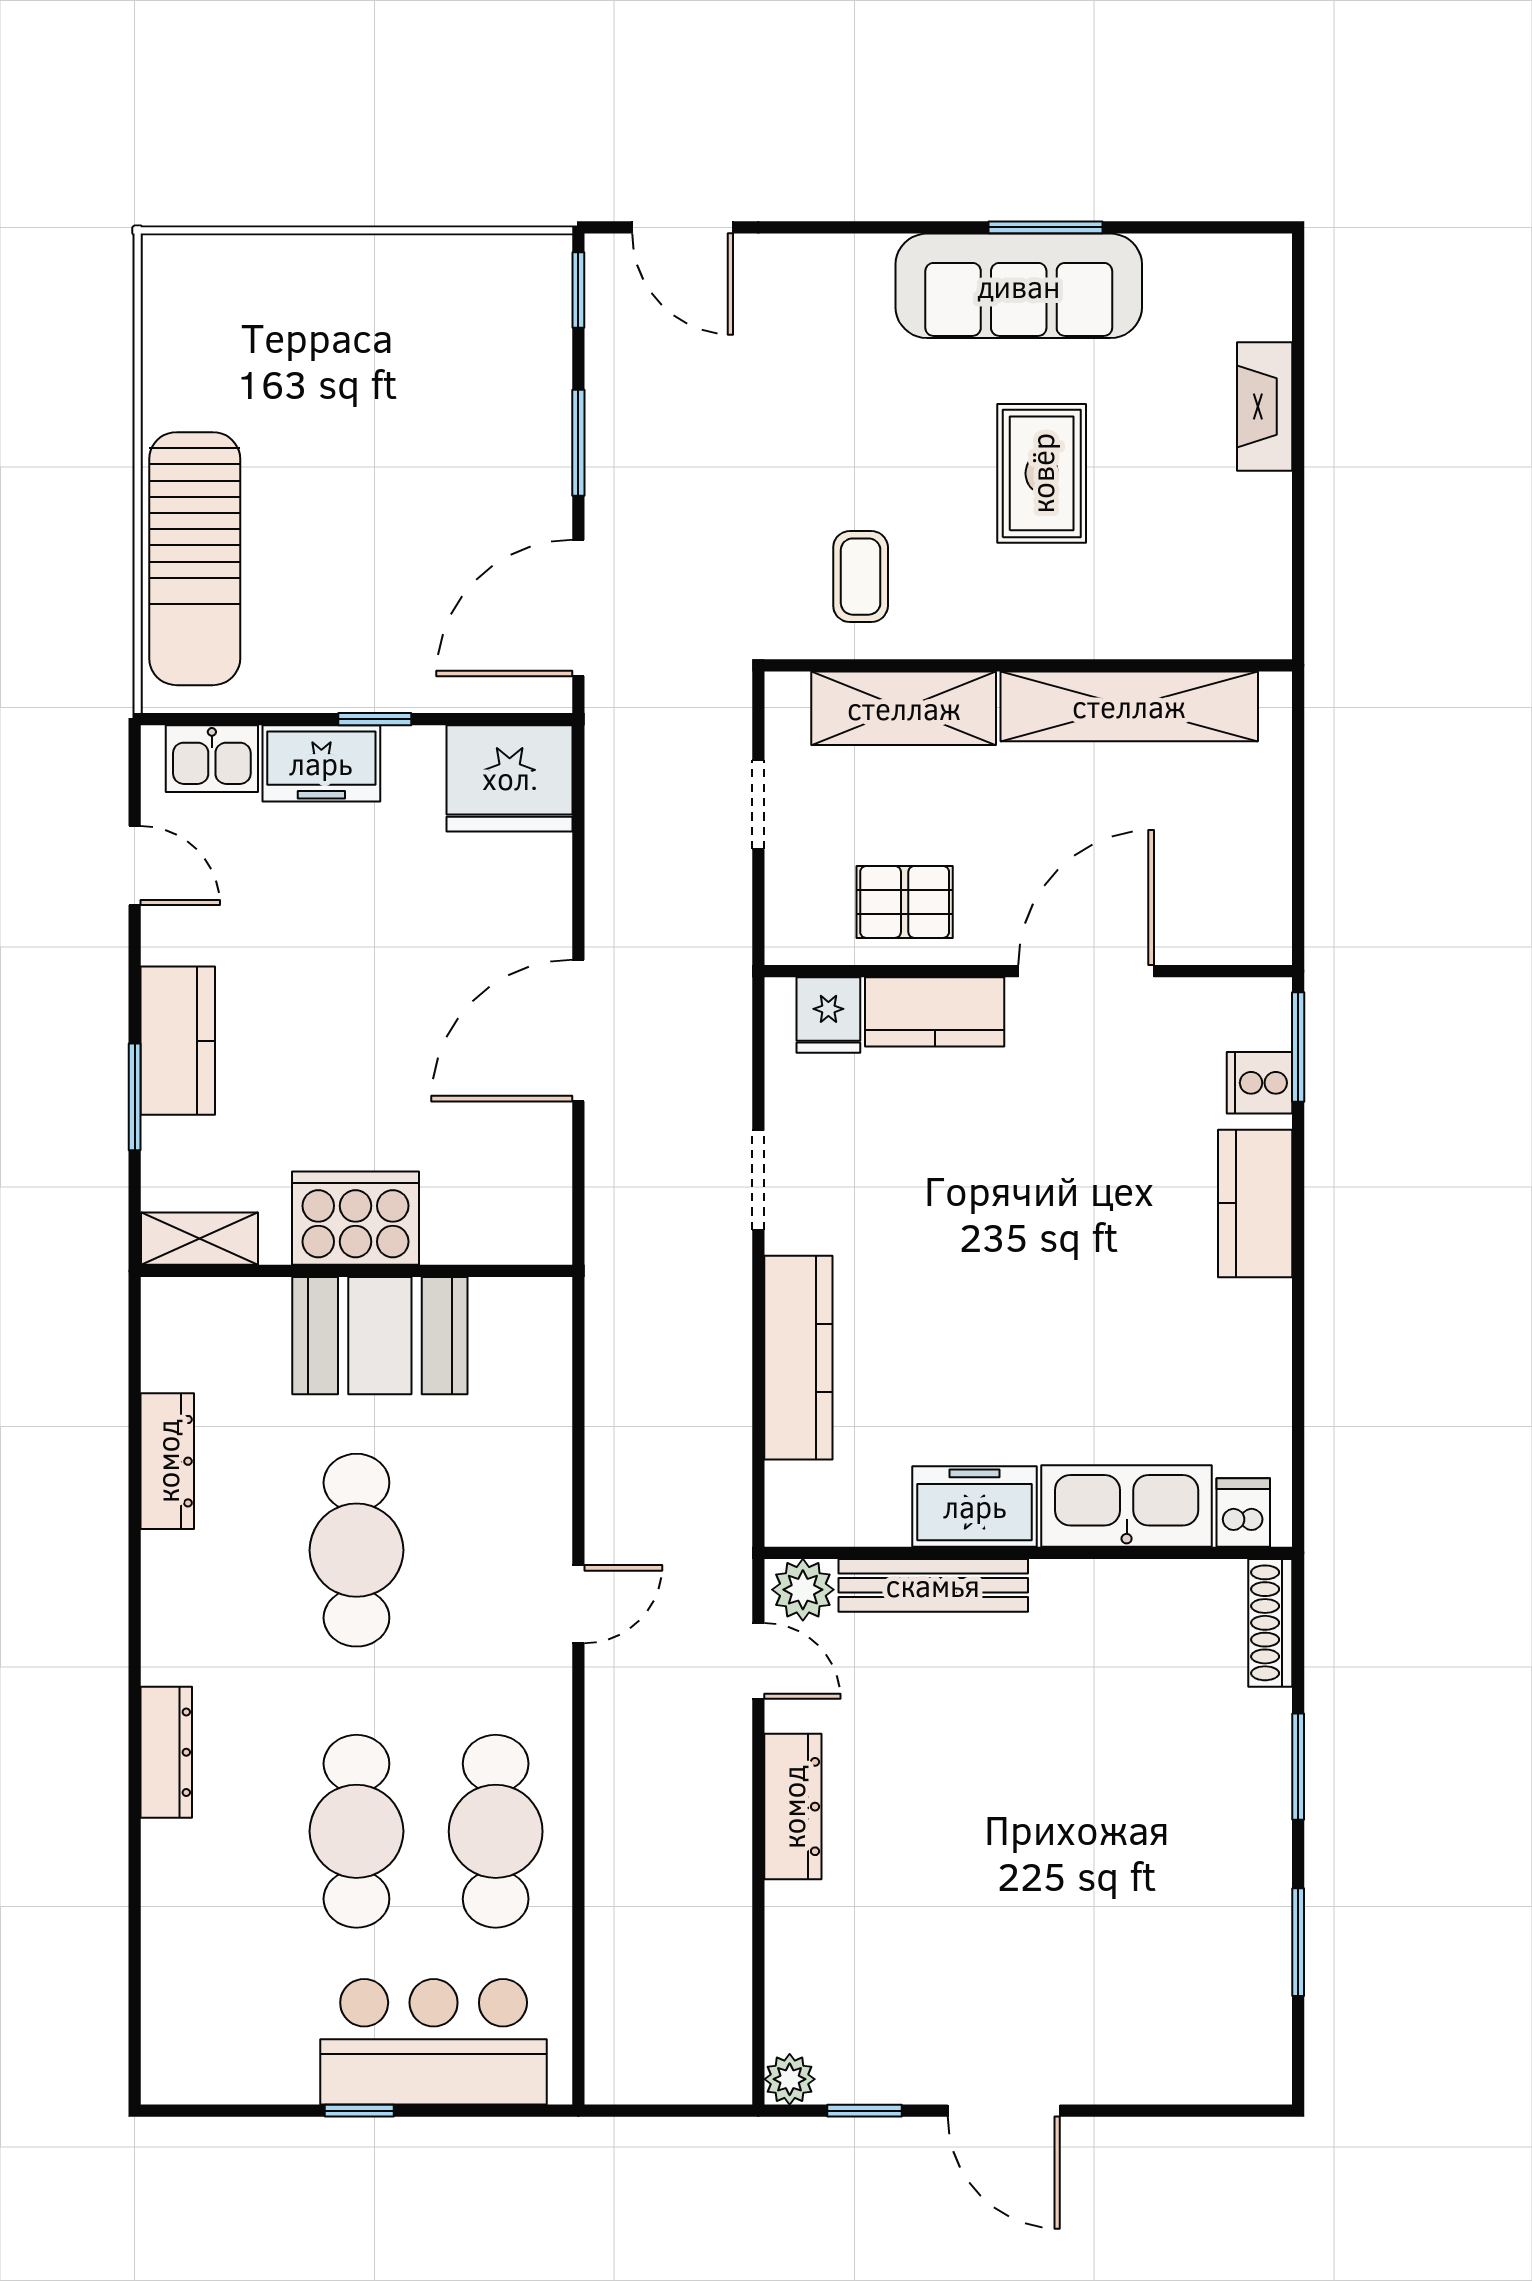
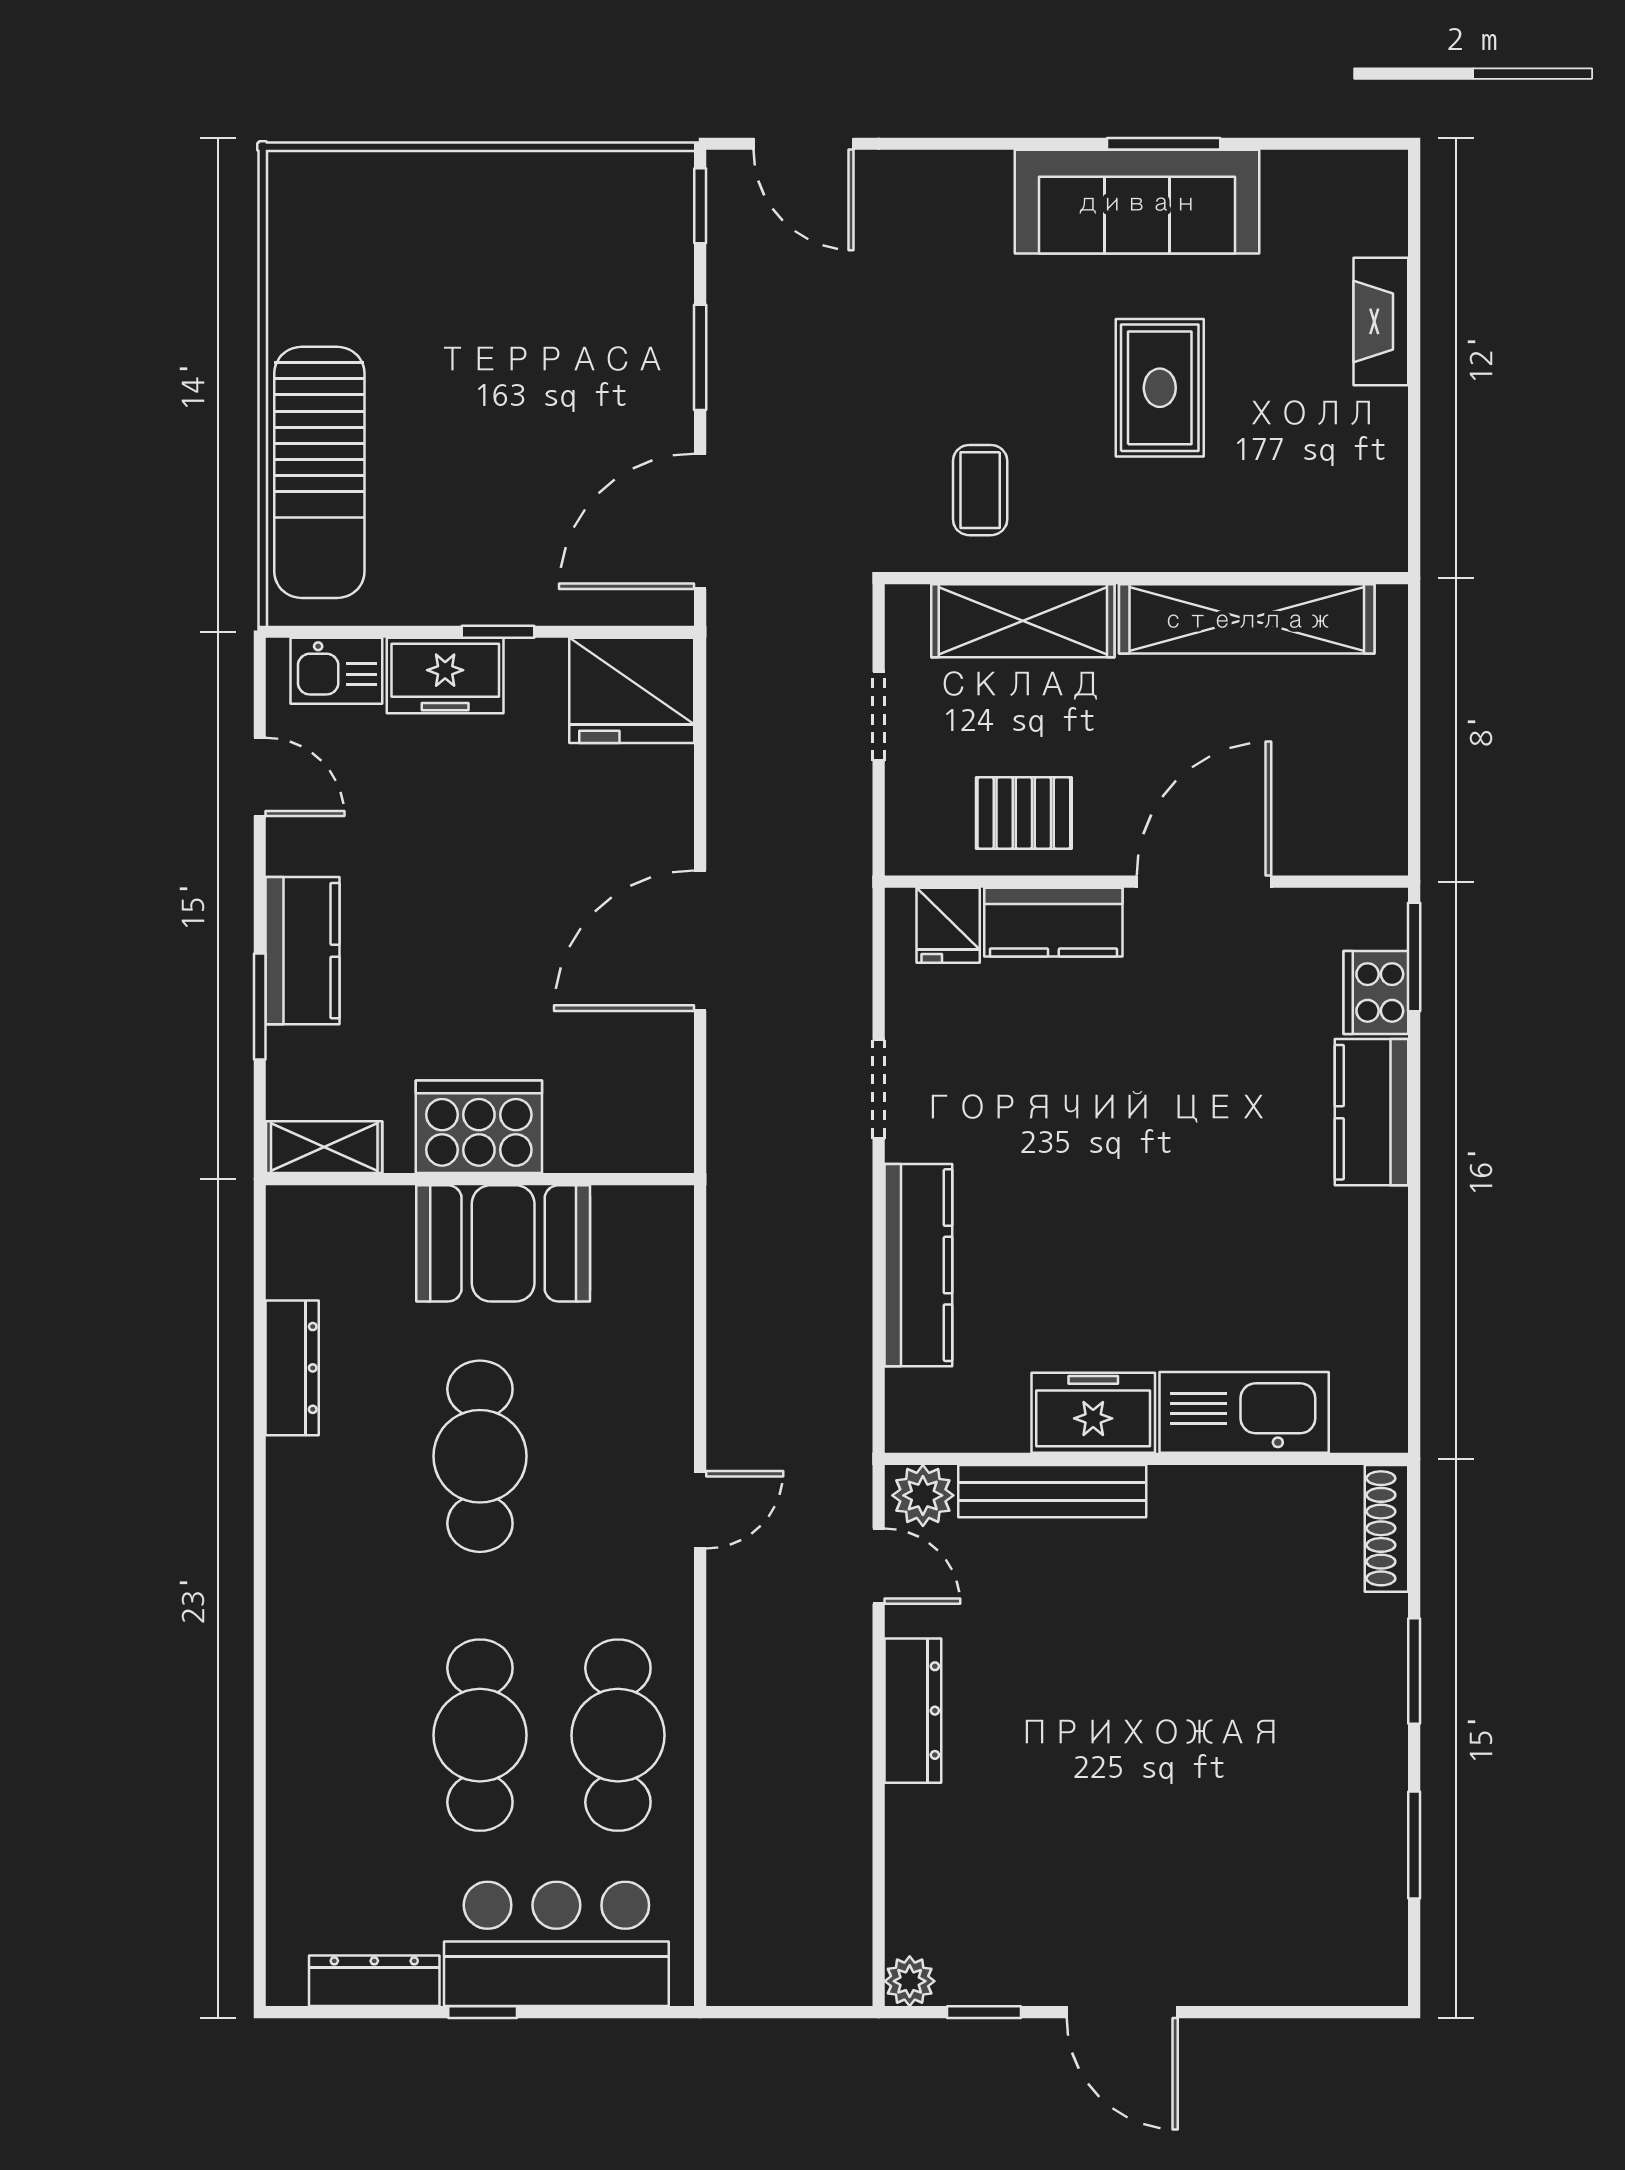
cooker: (1260, 1083) -> (1376, 992), width x1.36
dishwasher: (1243, 1513) -> (1360, 1419), removed
dresser: (166, 1752) -> (374, 1981), moved, turned -90

